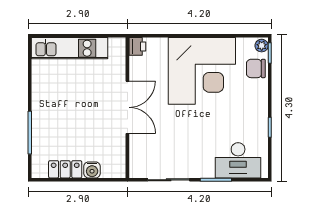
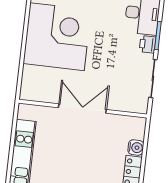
printer: (137, 46) -> (148, 44), moved, turned -90

